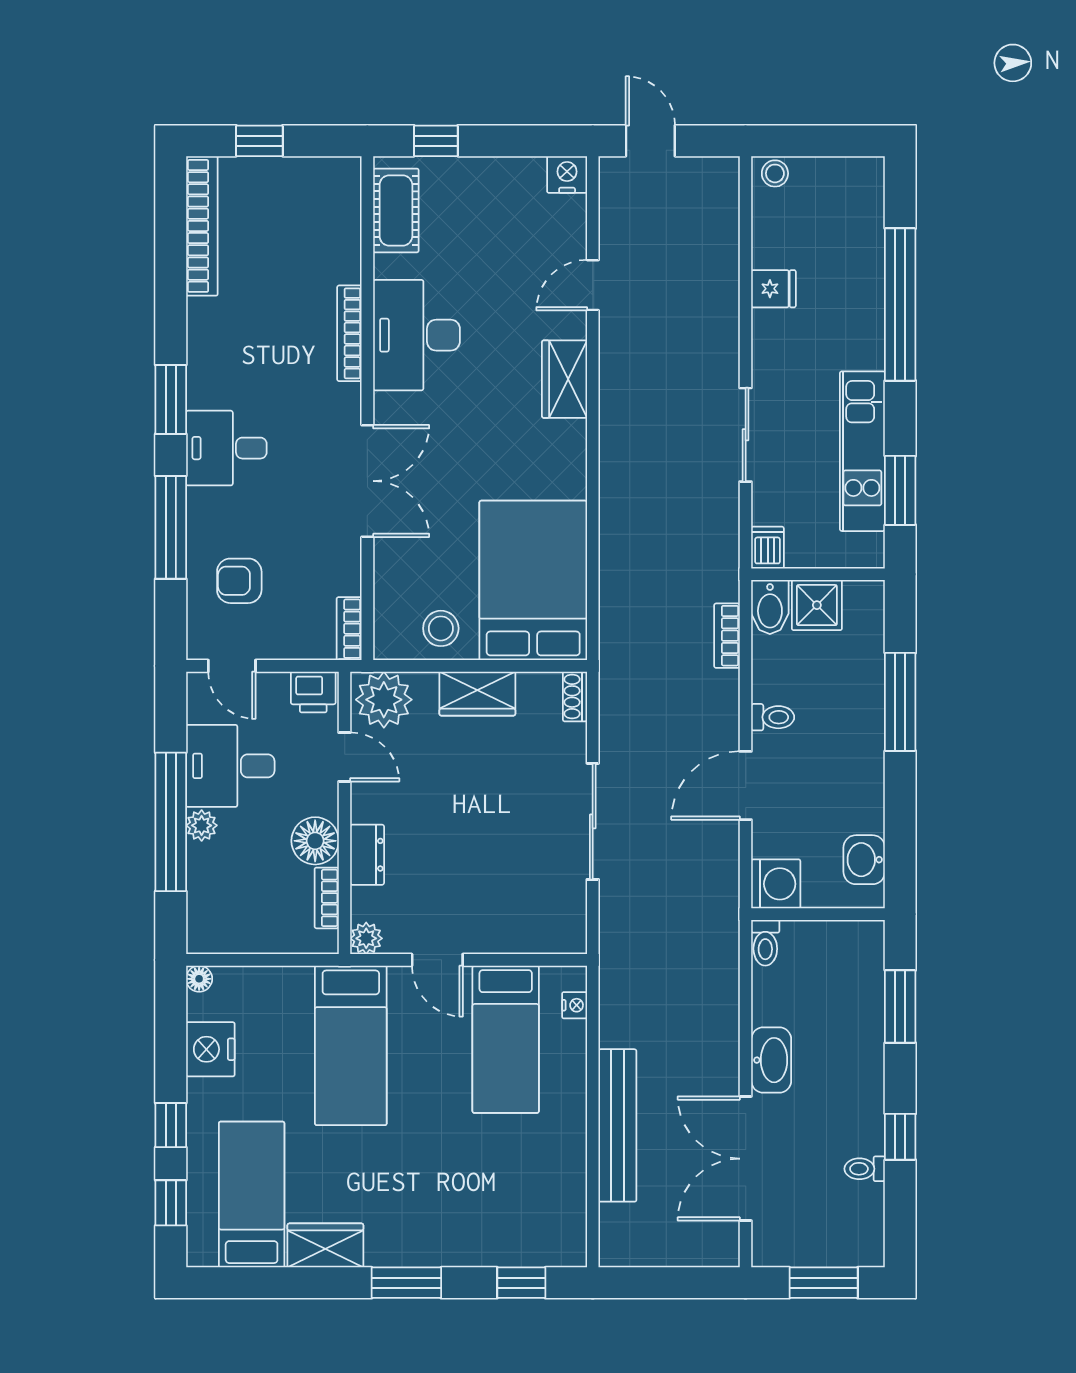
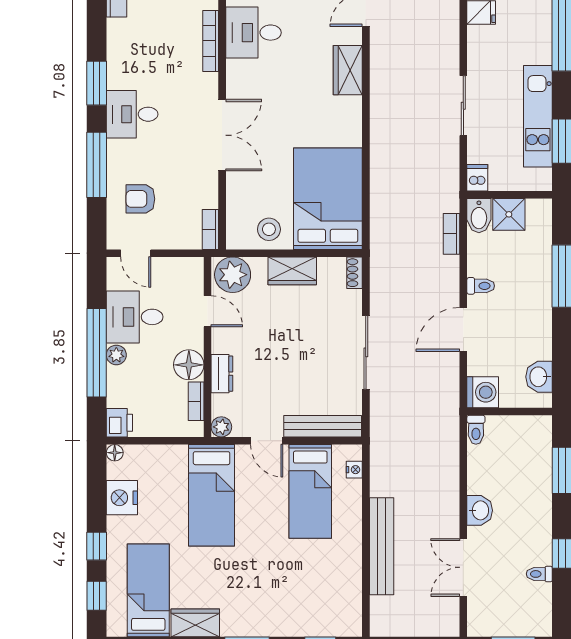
desk: (417, 335) -> (253, 33), width x0.73
printer: (313, 692) -> (119, 423), moved, turned -90
bench: (525, 937) -> (323, 426), added
washbasin: (771, 1060) -> (480, 510), width x0.72
double door: (746, 1159) -> (463, 567), width x0.73

